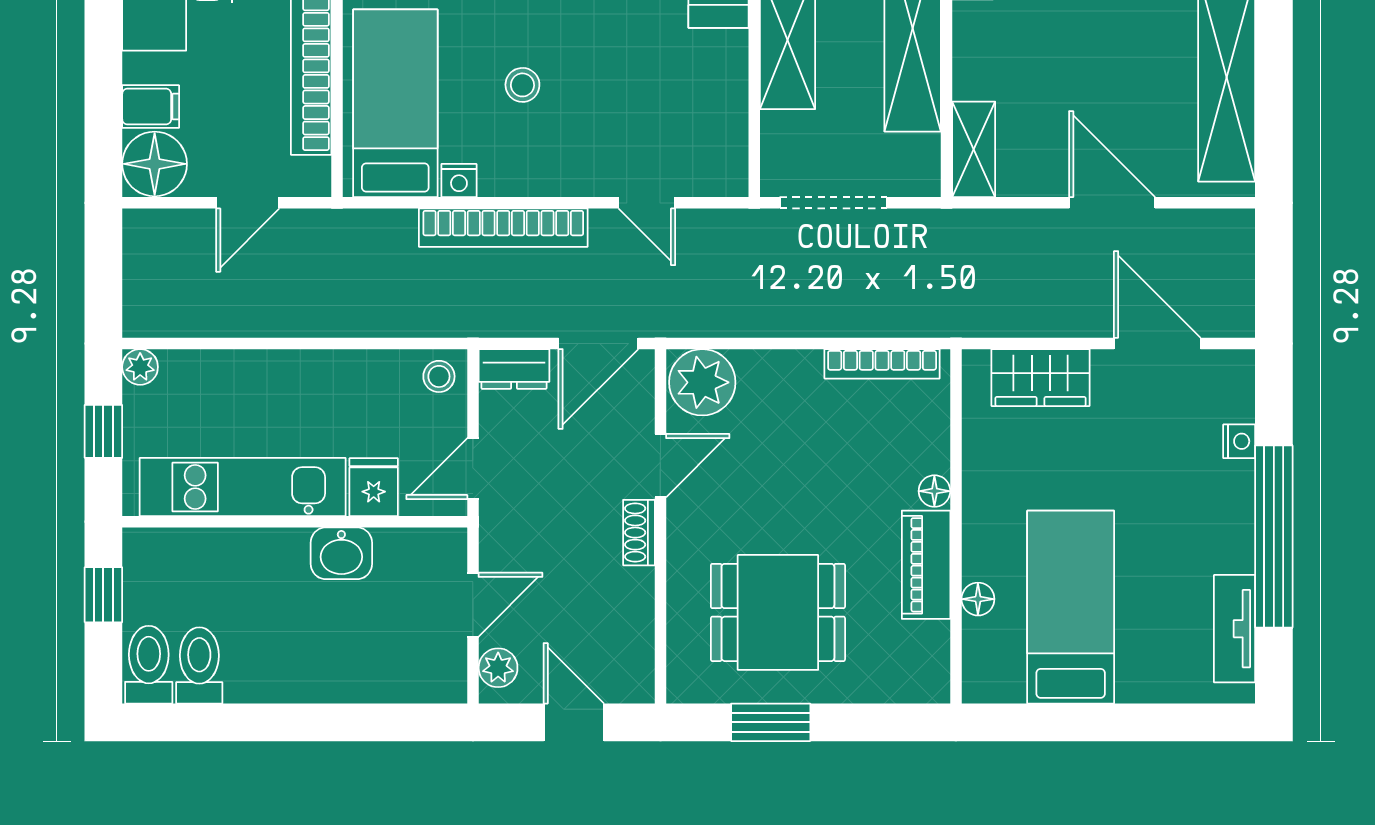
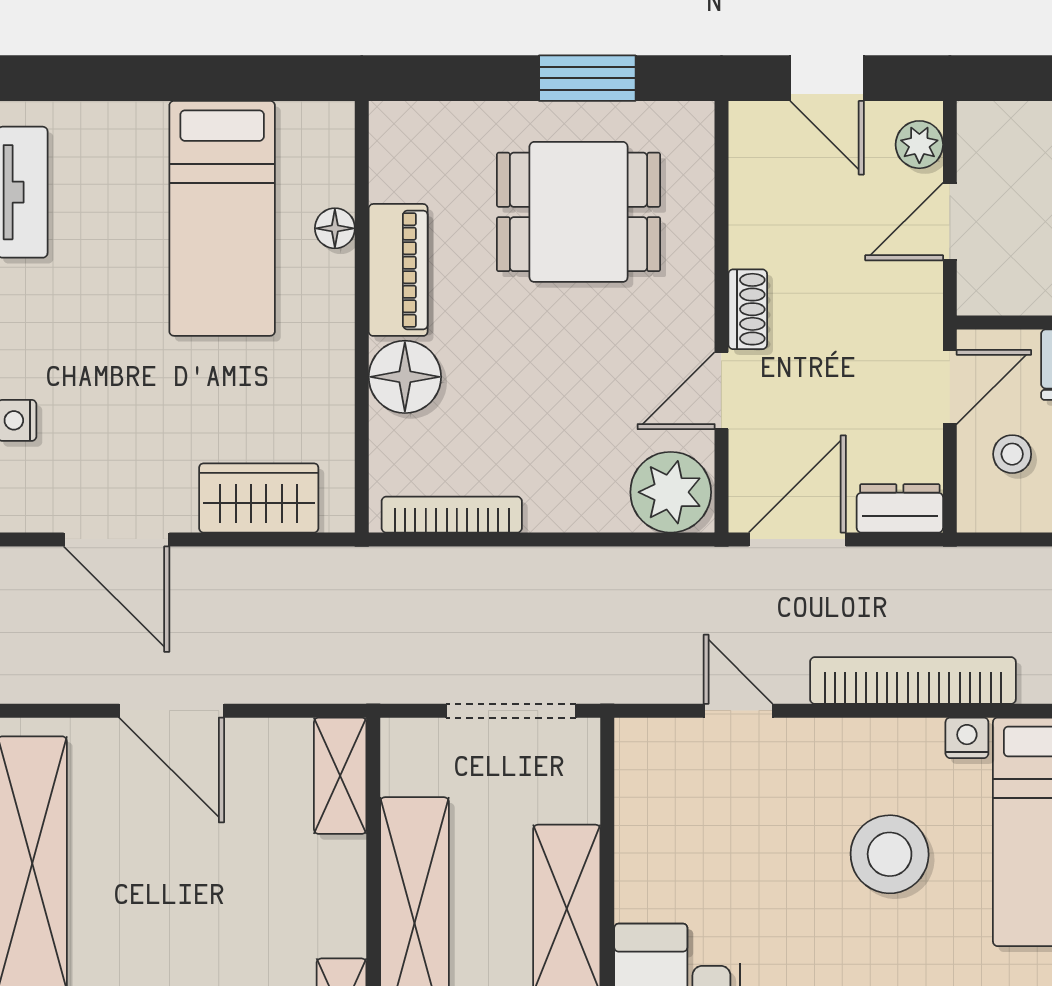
stool: (522, 85) -> (890, 854), width x1.89, depth x1.89
stool: (439, 376) -> (1012, 454), moved
floor lamp: (934, 491) -> (405, 377), width x1.89, depth x1.89

